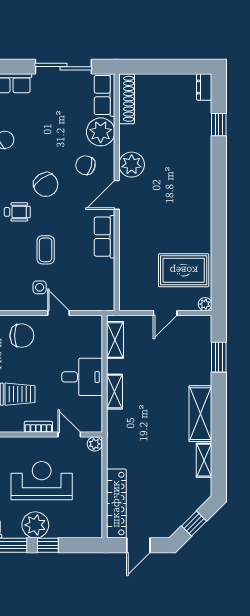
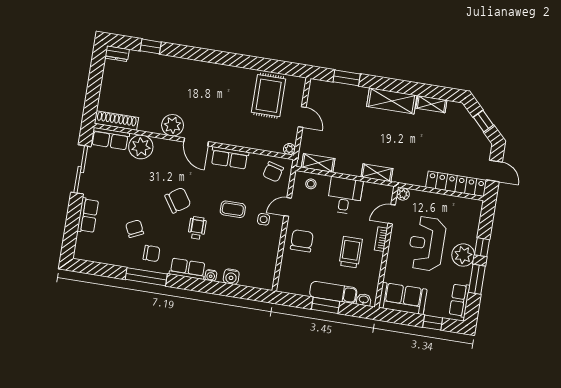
chair: (85, 165) -> (273, 172), moved
plant: (205, 304) -> (289, 149), moved
stool: (89, 335) -> (311, 184), added
shelving: (115, 392) -> (377, 173), moved

